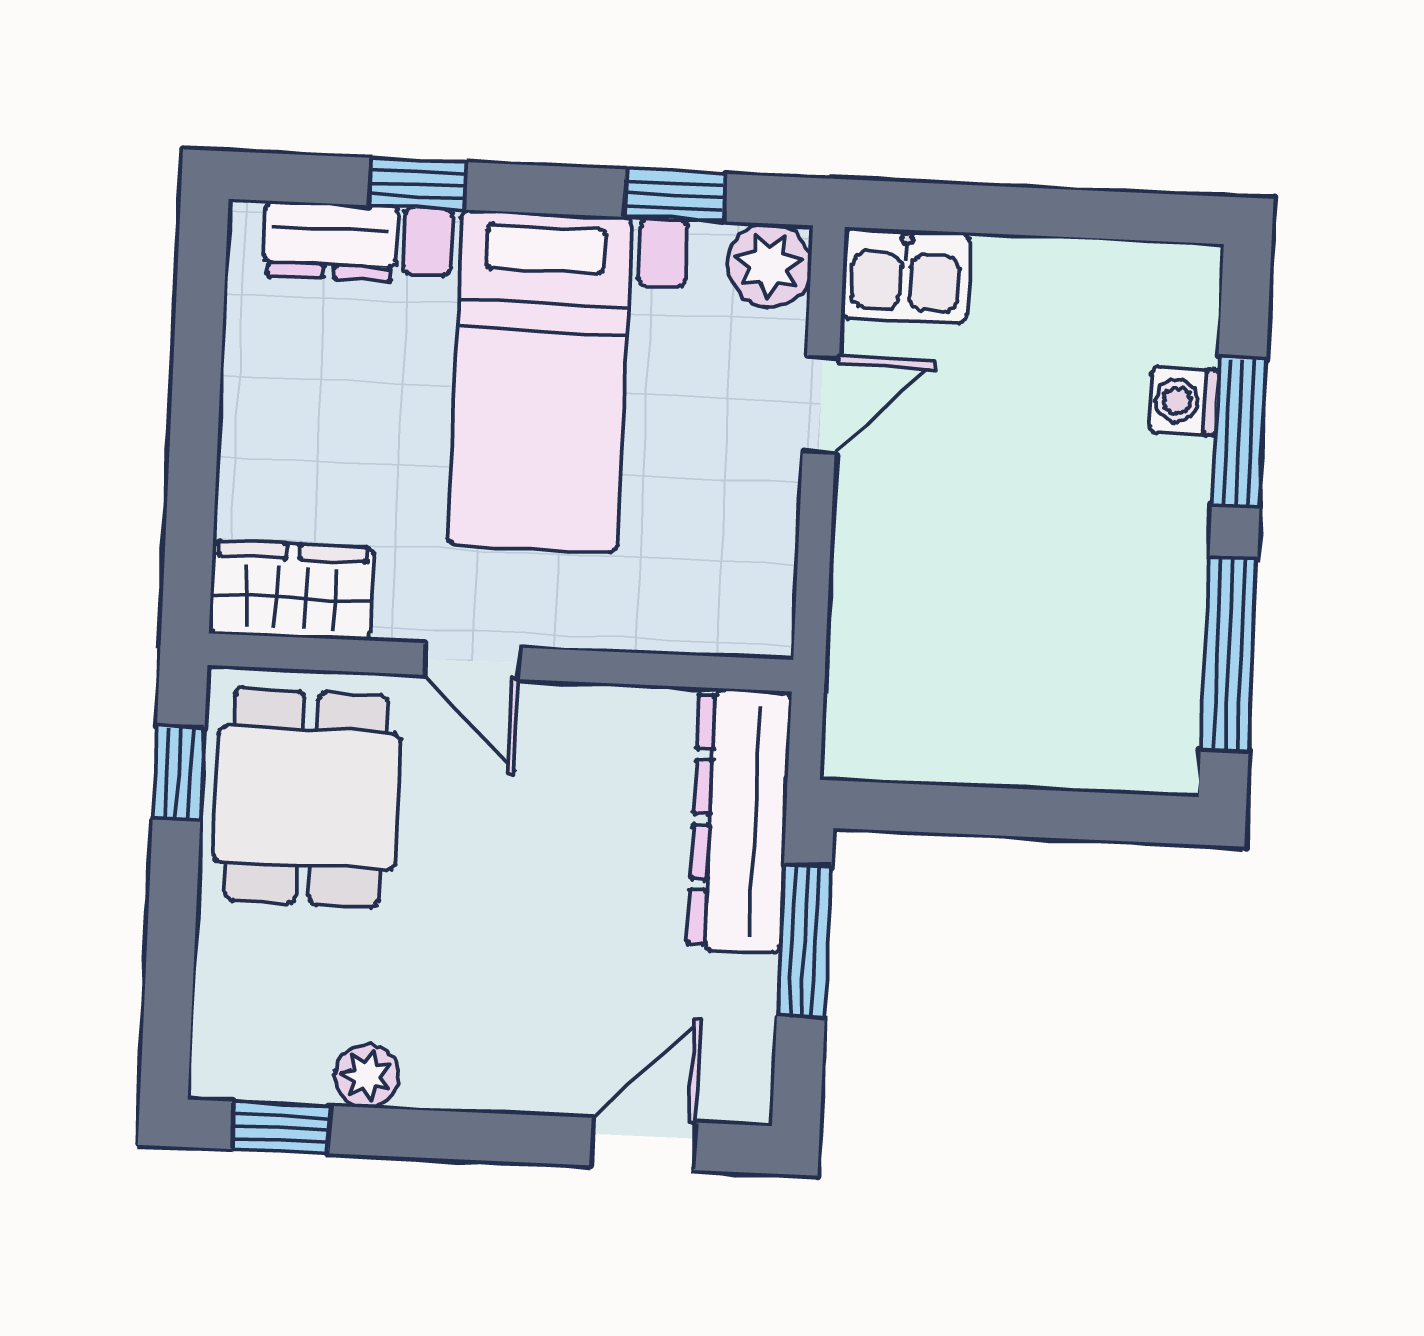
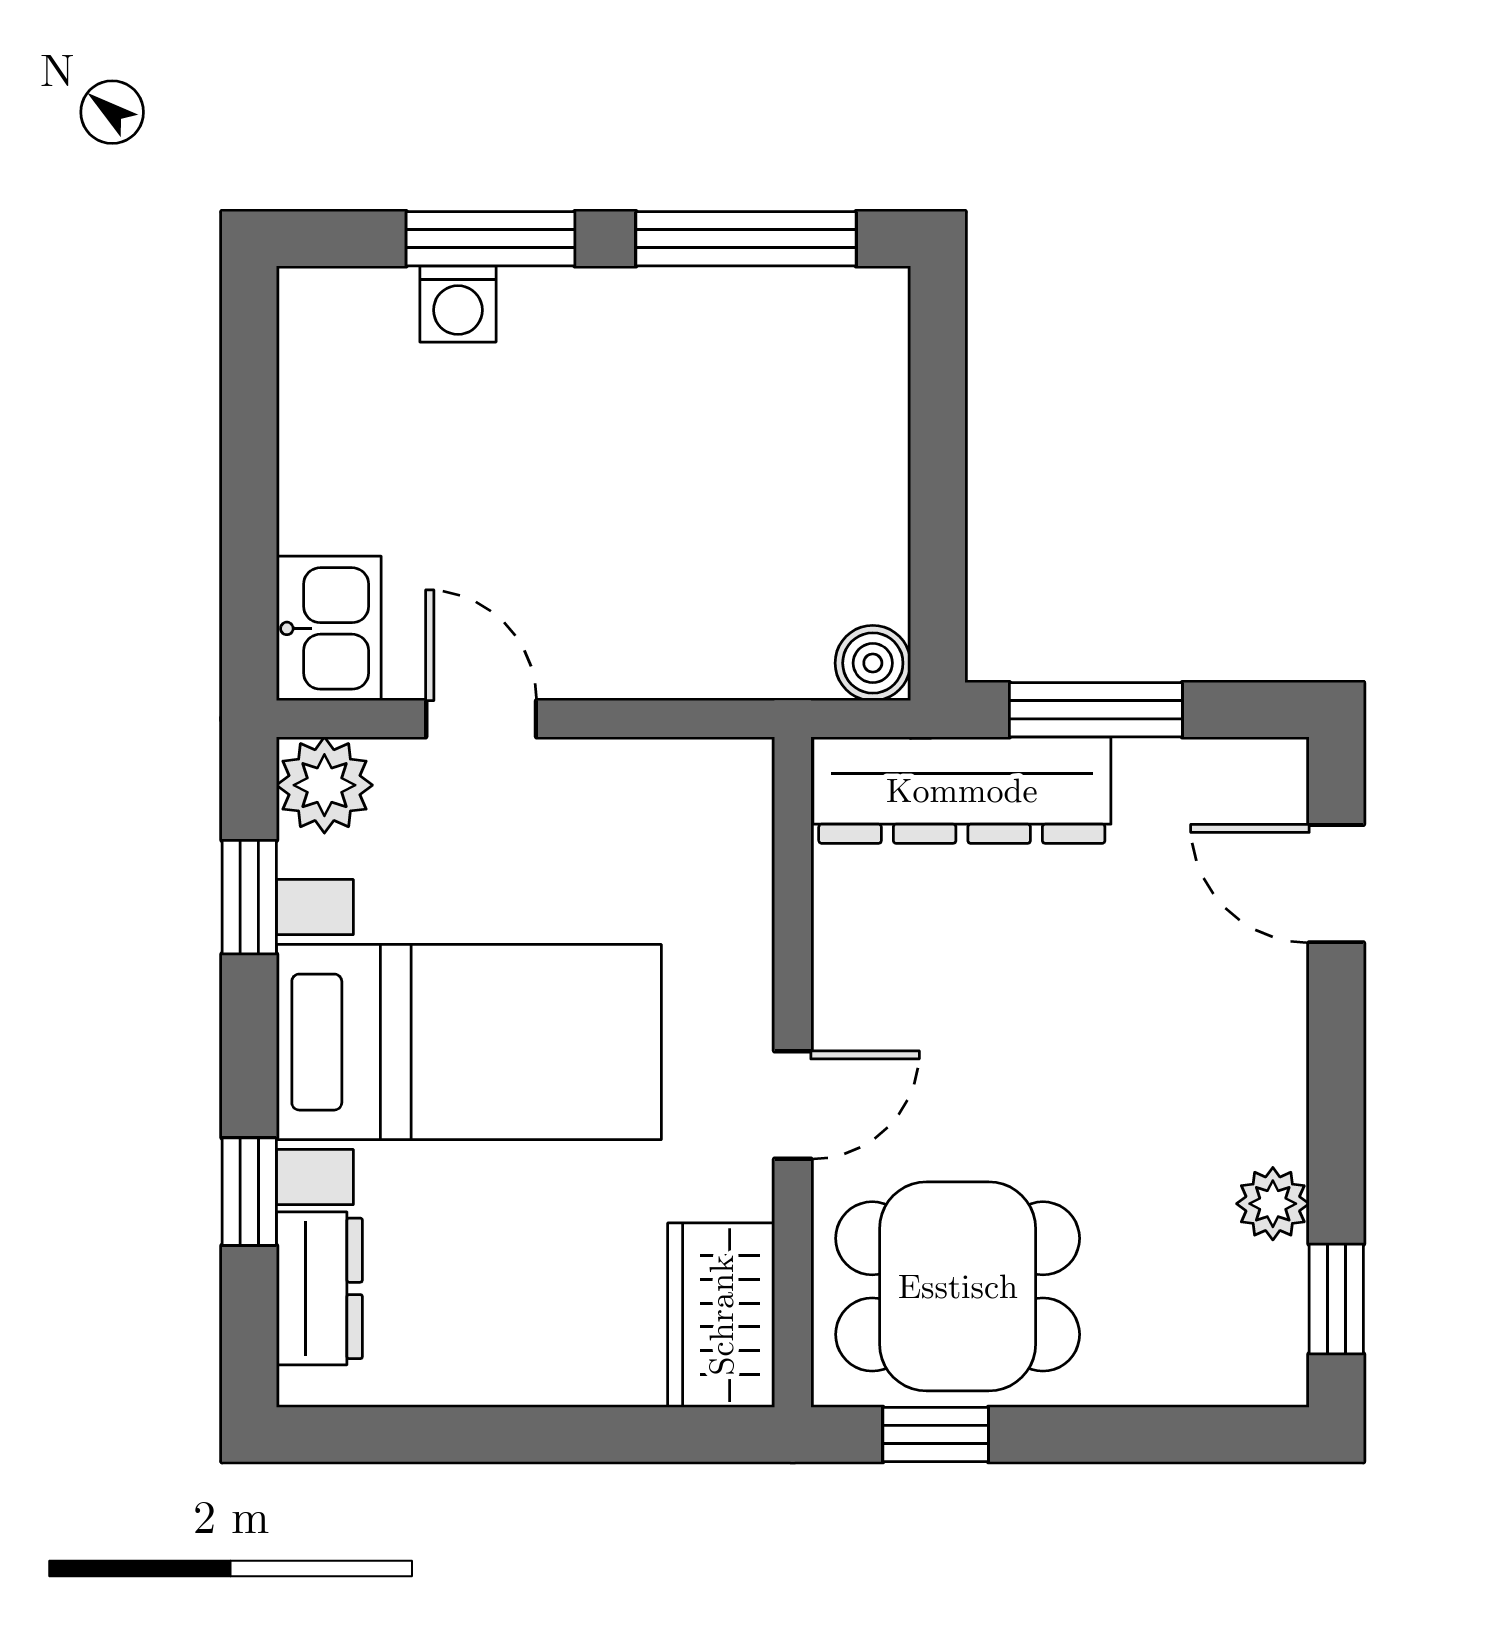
boiler: (854, 749) -> (873, 663), added

